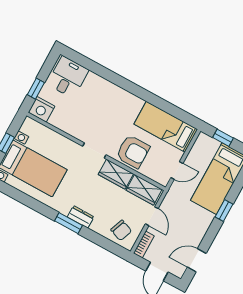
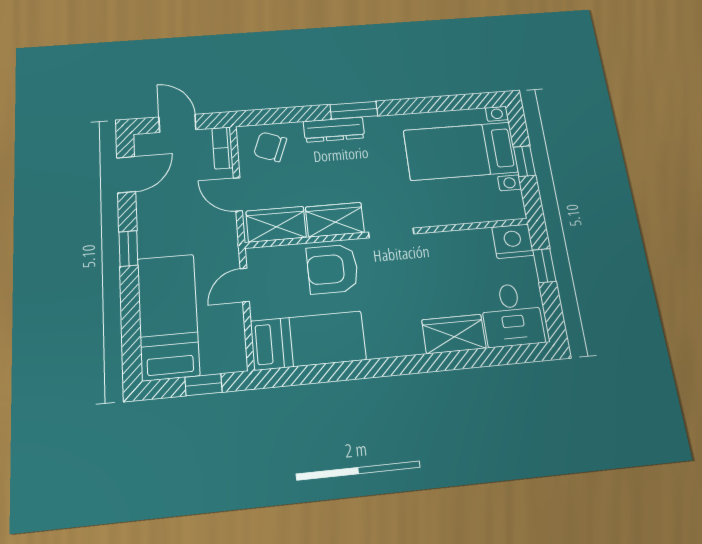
wardrobe: (100, 86) -> (454, 334), added
window: (224, 210) -> (128, 249), moved
dresser: (81, 217) -> (334, 130), width x1.44

